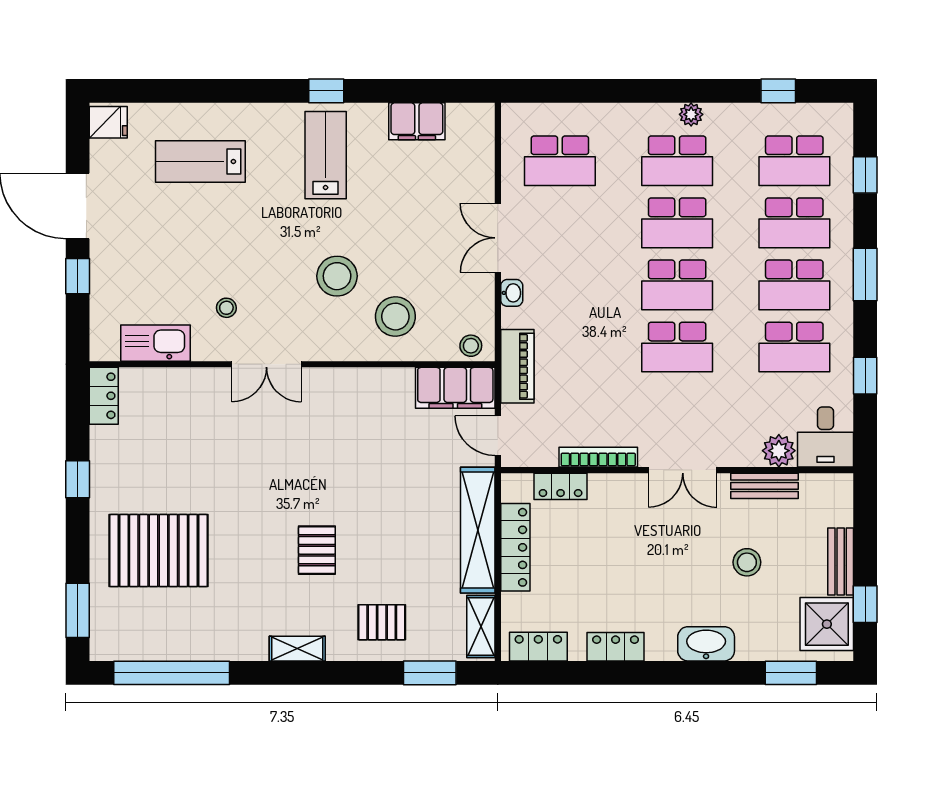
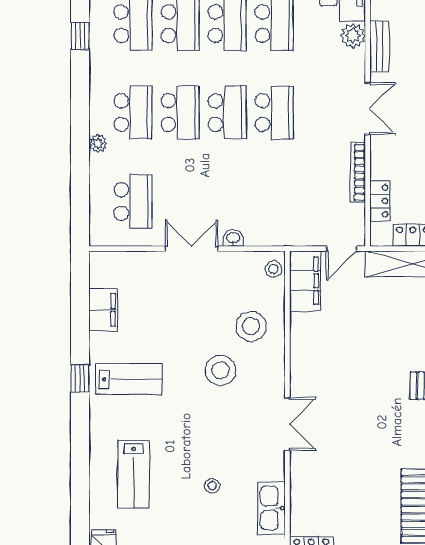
plant: (691, 114) -> (98, 144), moved
lab bench: (326, 155) -> (129, 379), turned 180
double door: (498, 238) -> (191, 249), swing flipped
stool: (226, 308) -> (212, 486), moved
piano: (517, 366) -> (289, 234), removed

